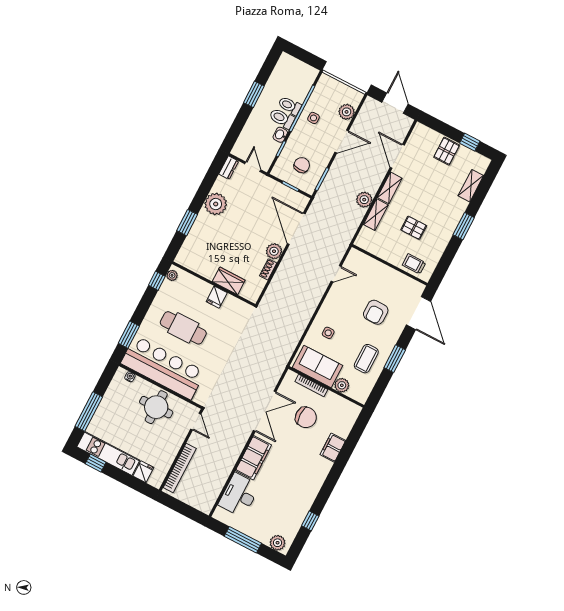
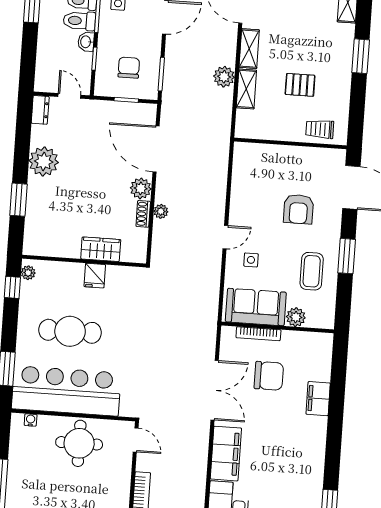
plant: (281, 273) -> (161, 211), added
door: (336, 274) -> (225, 237), moved

